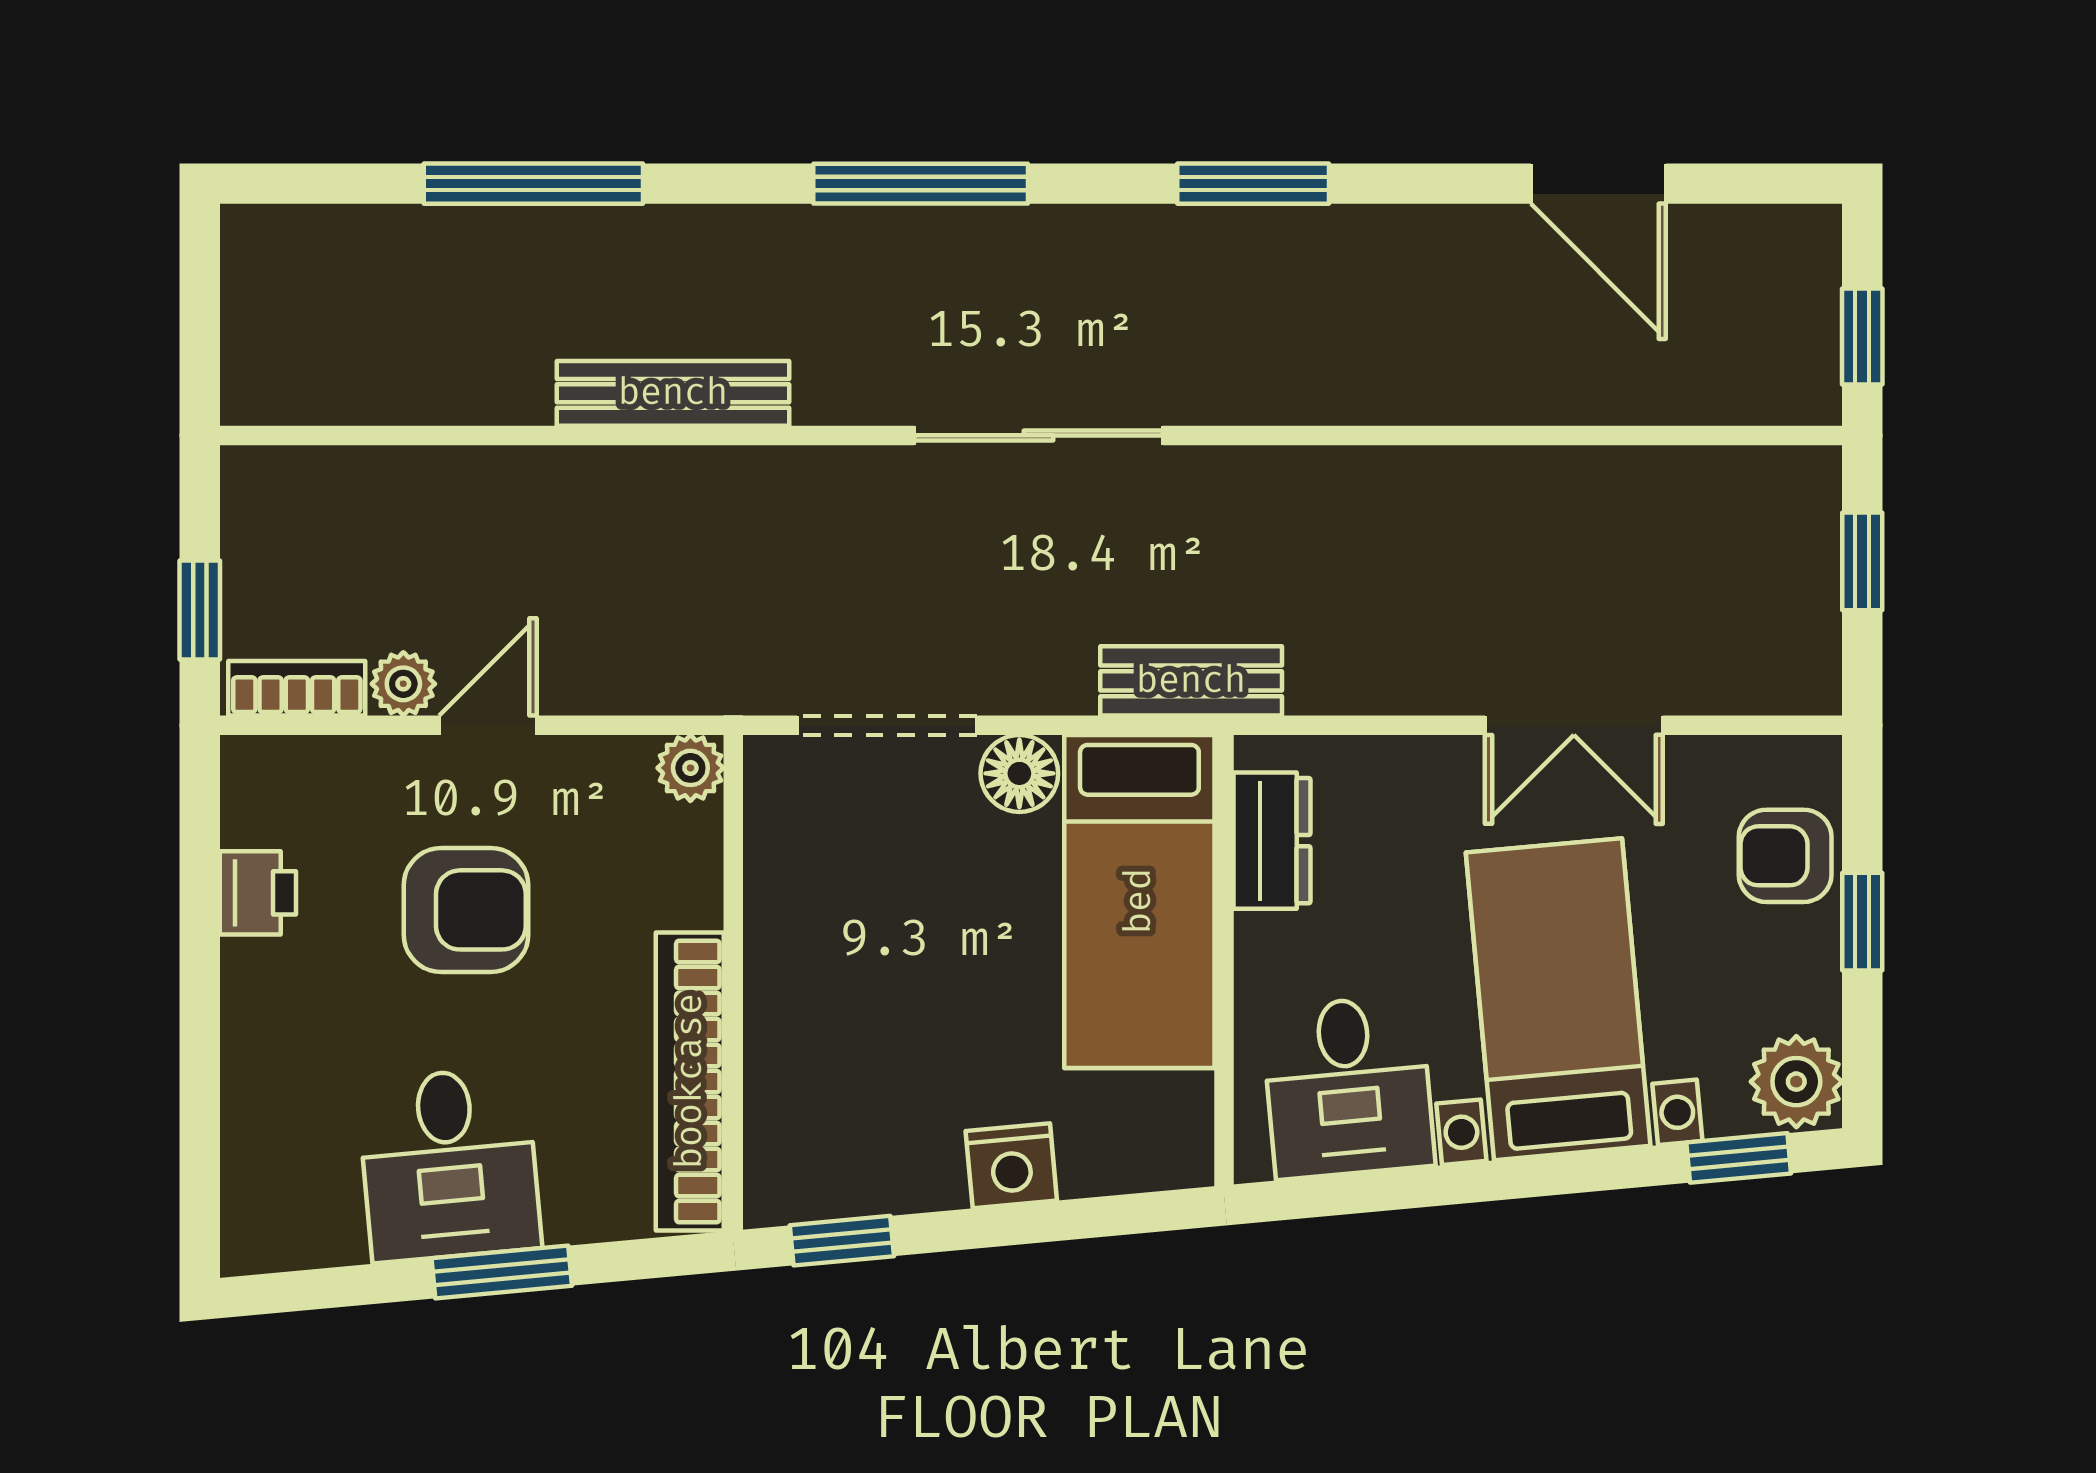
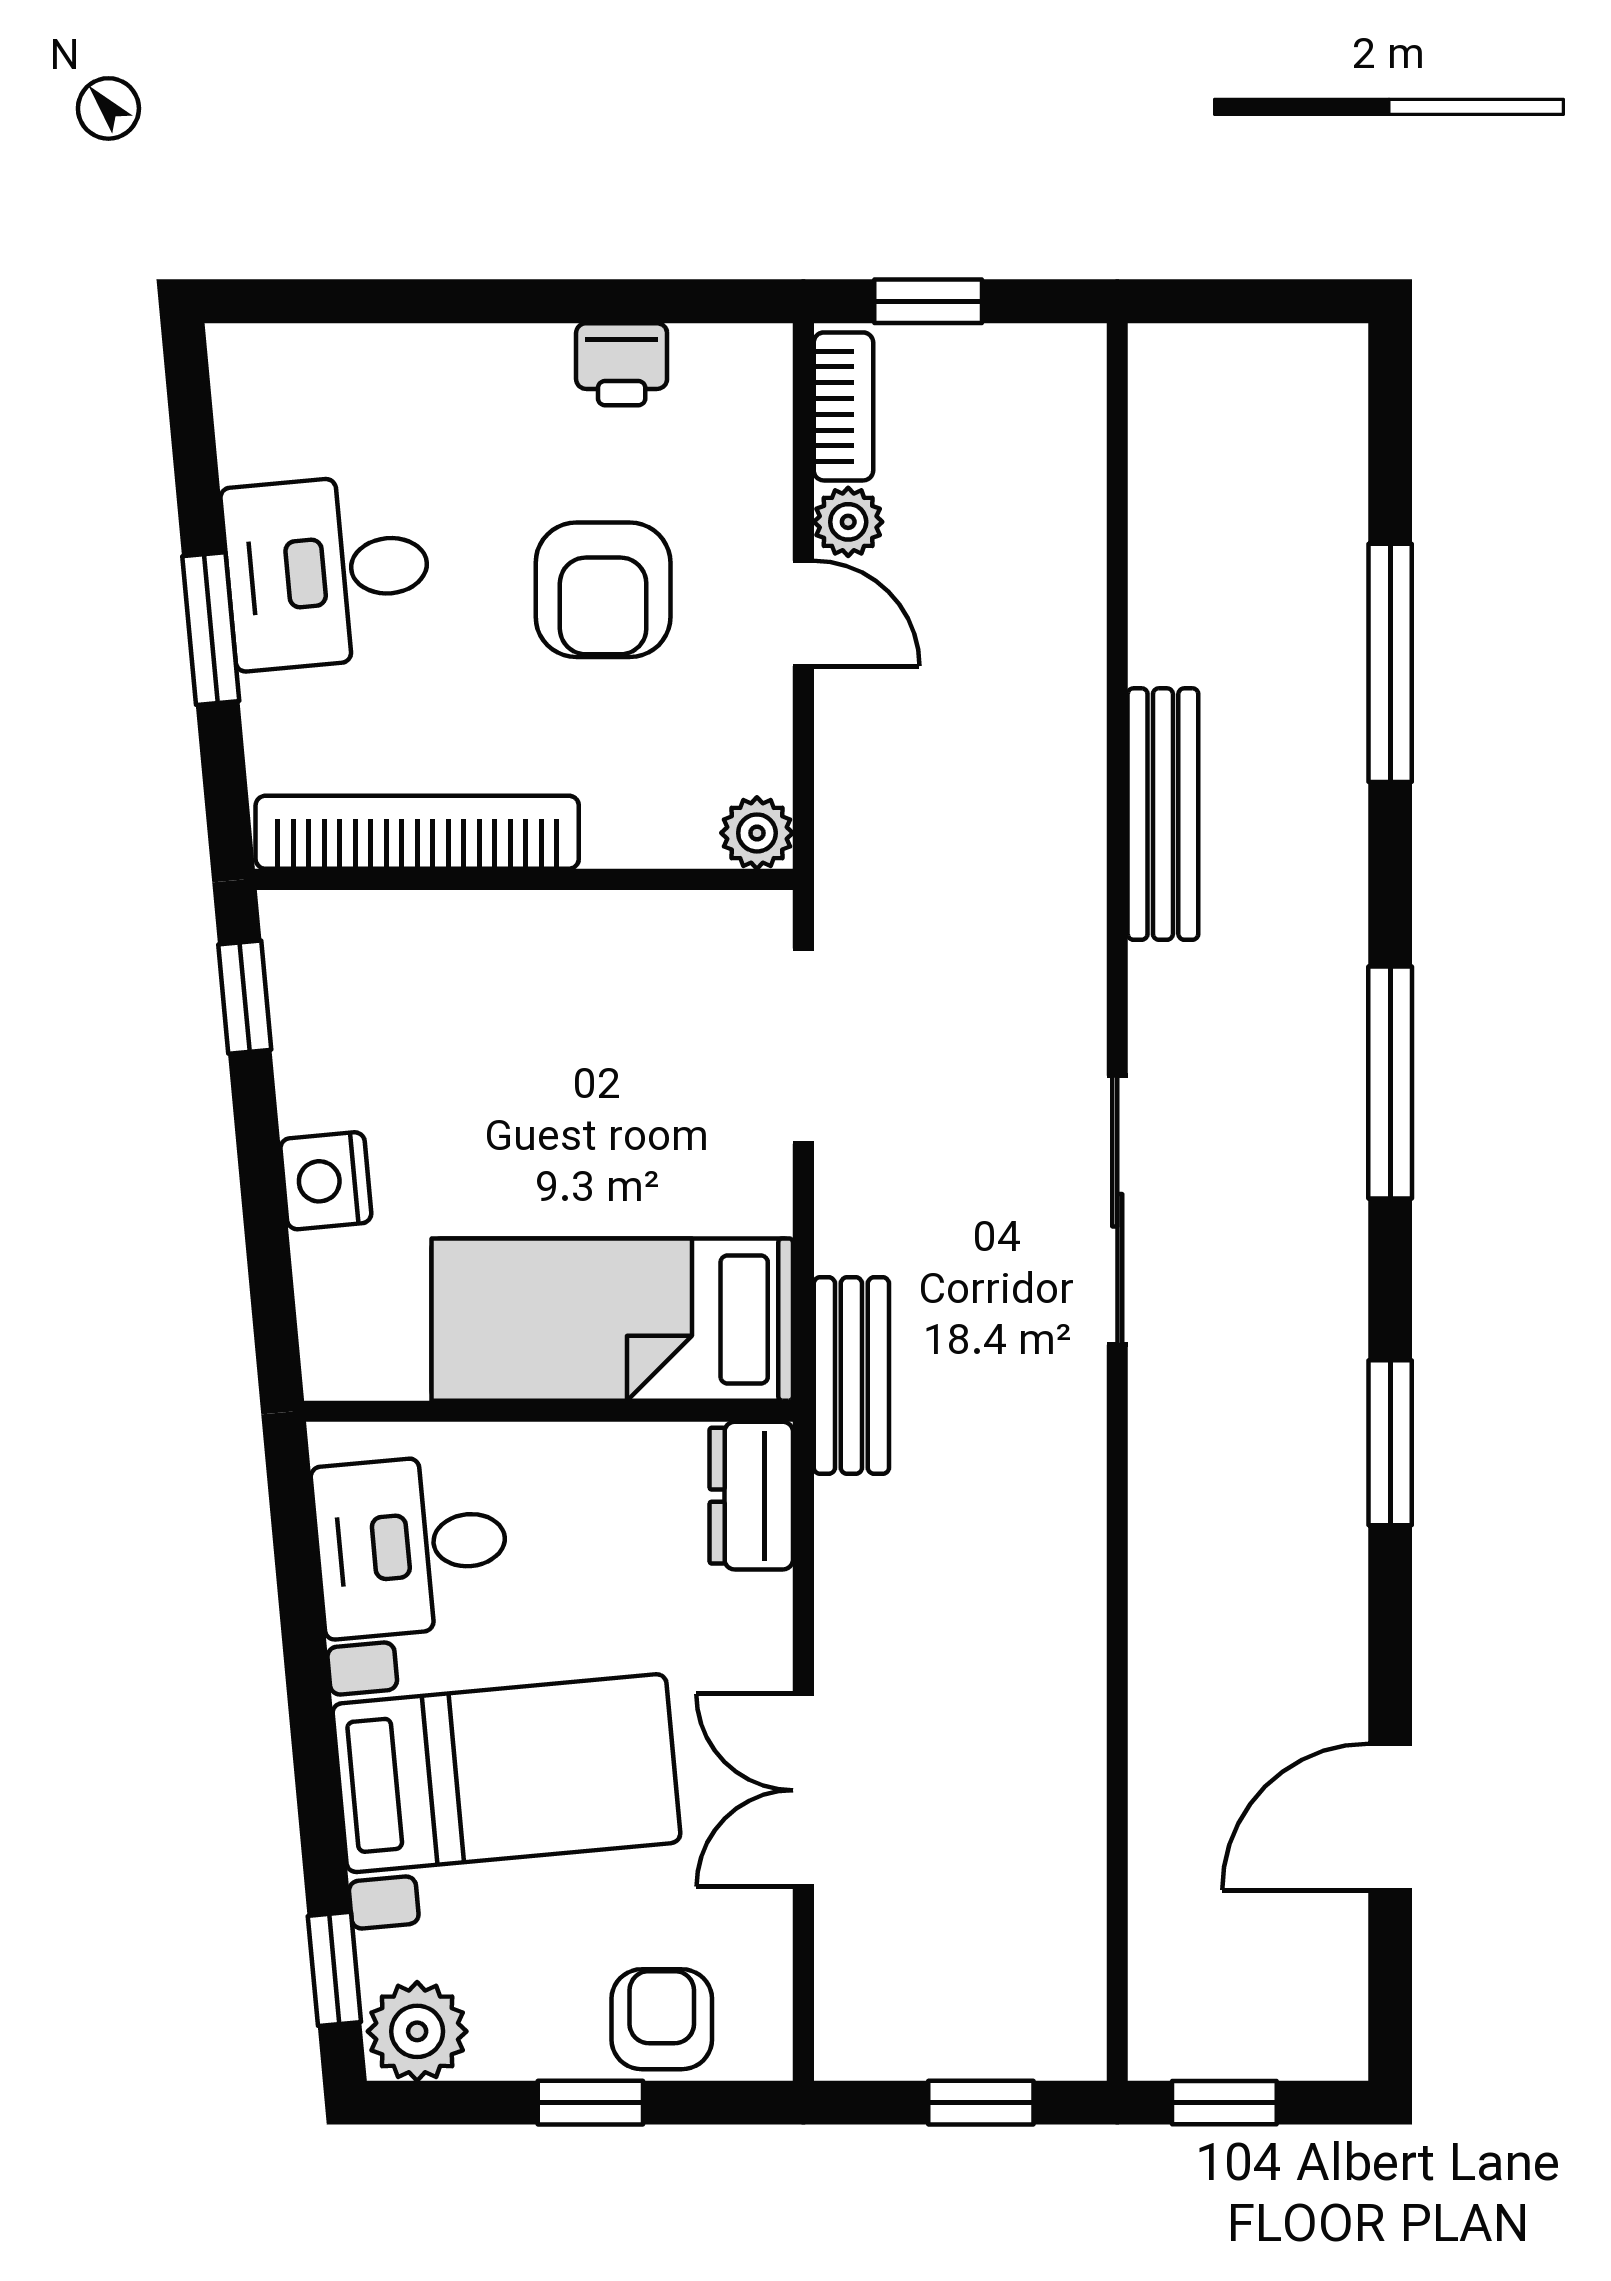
floor lamp: (1019, 773) -> (751, 1189), removed
dresser: (1272, 841) -> (751, 1496), moved, turned 90

